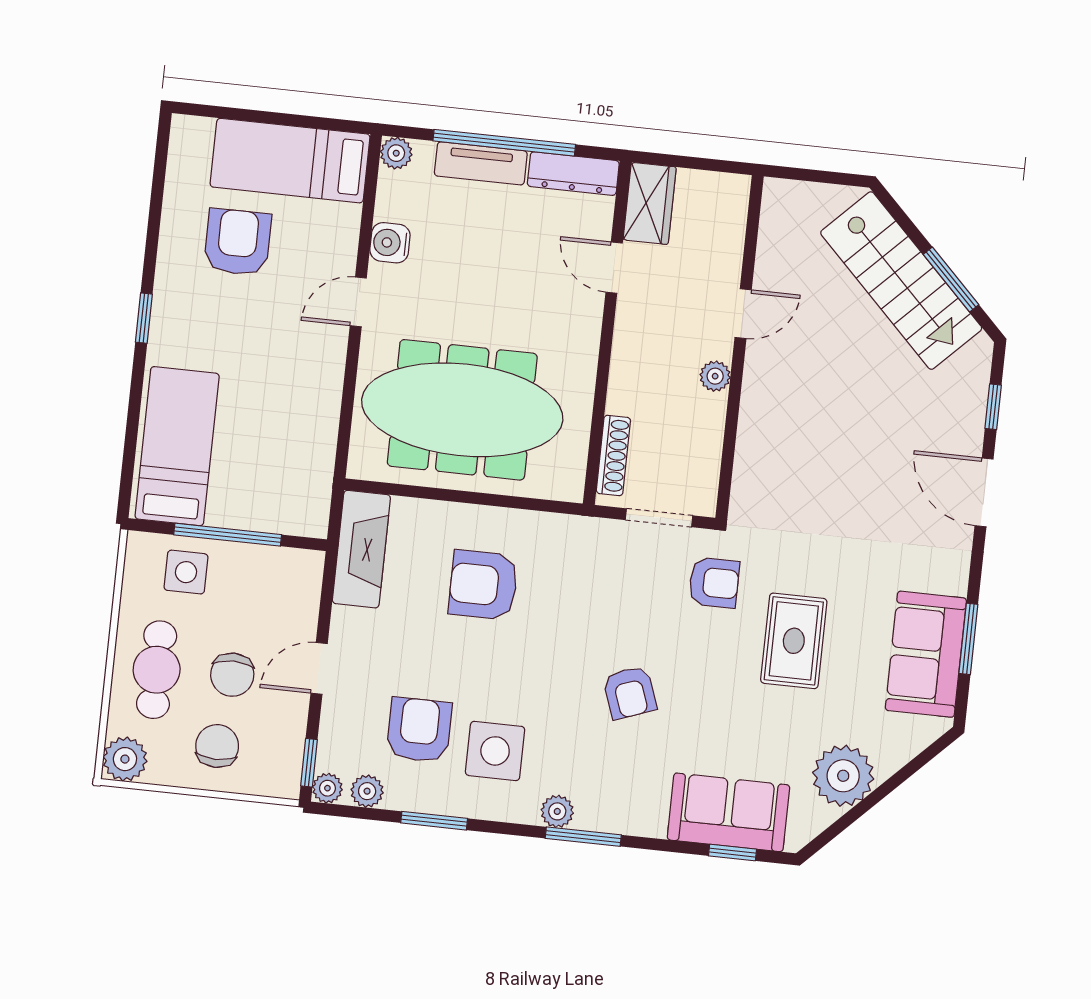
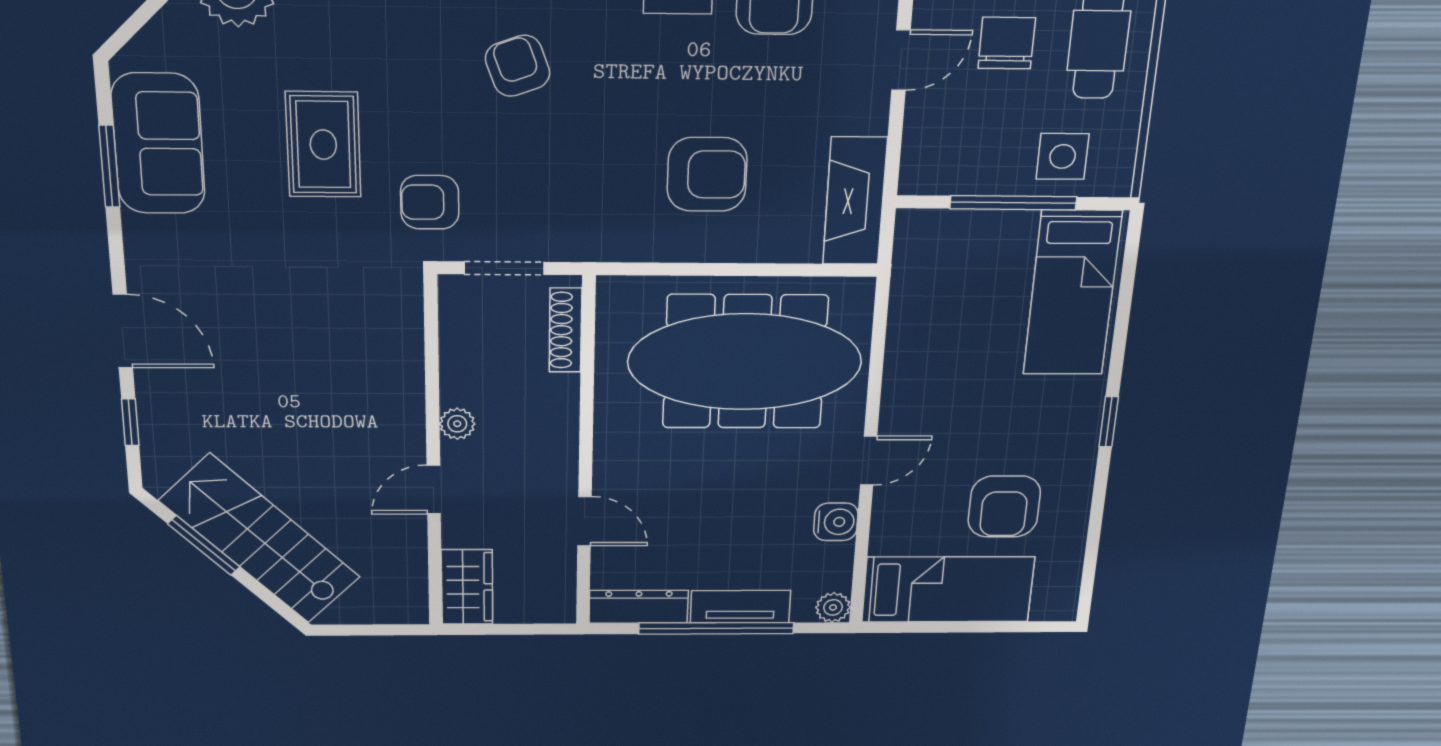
wardrobe: (650, 203) -> (467, 587), moved, turned 180

